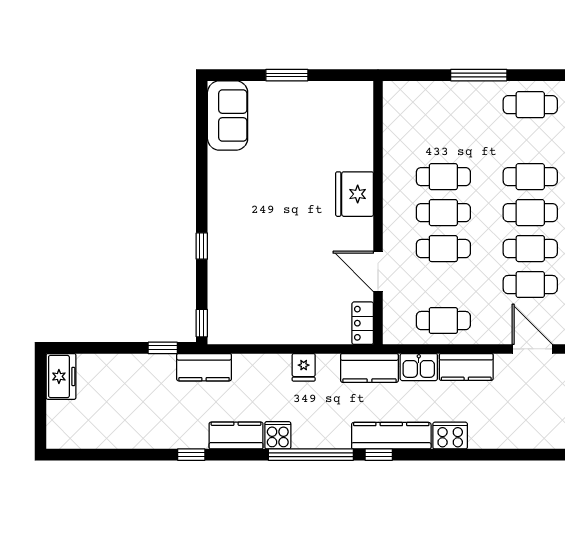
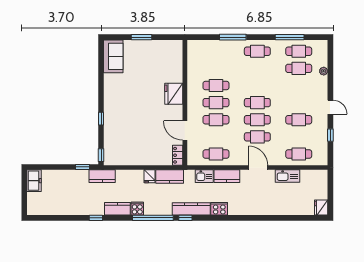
cafe table: (530, 177) -> (257, 85), removed
kitchen counter: (369, 368) -> (170, 177), moved

